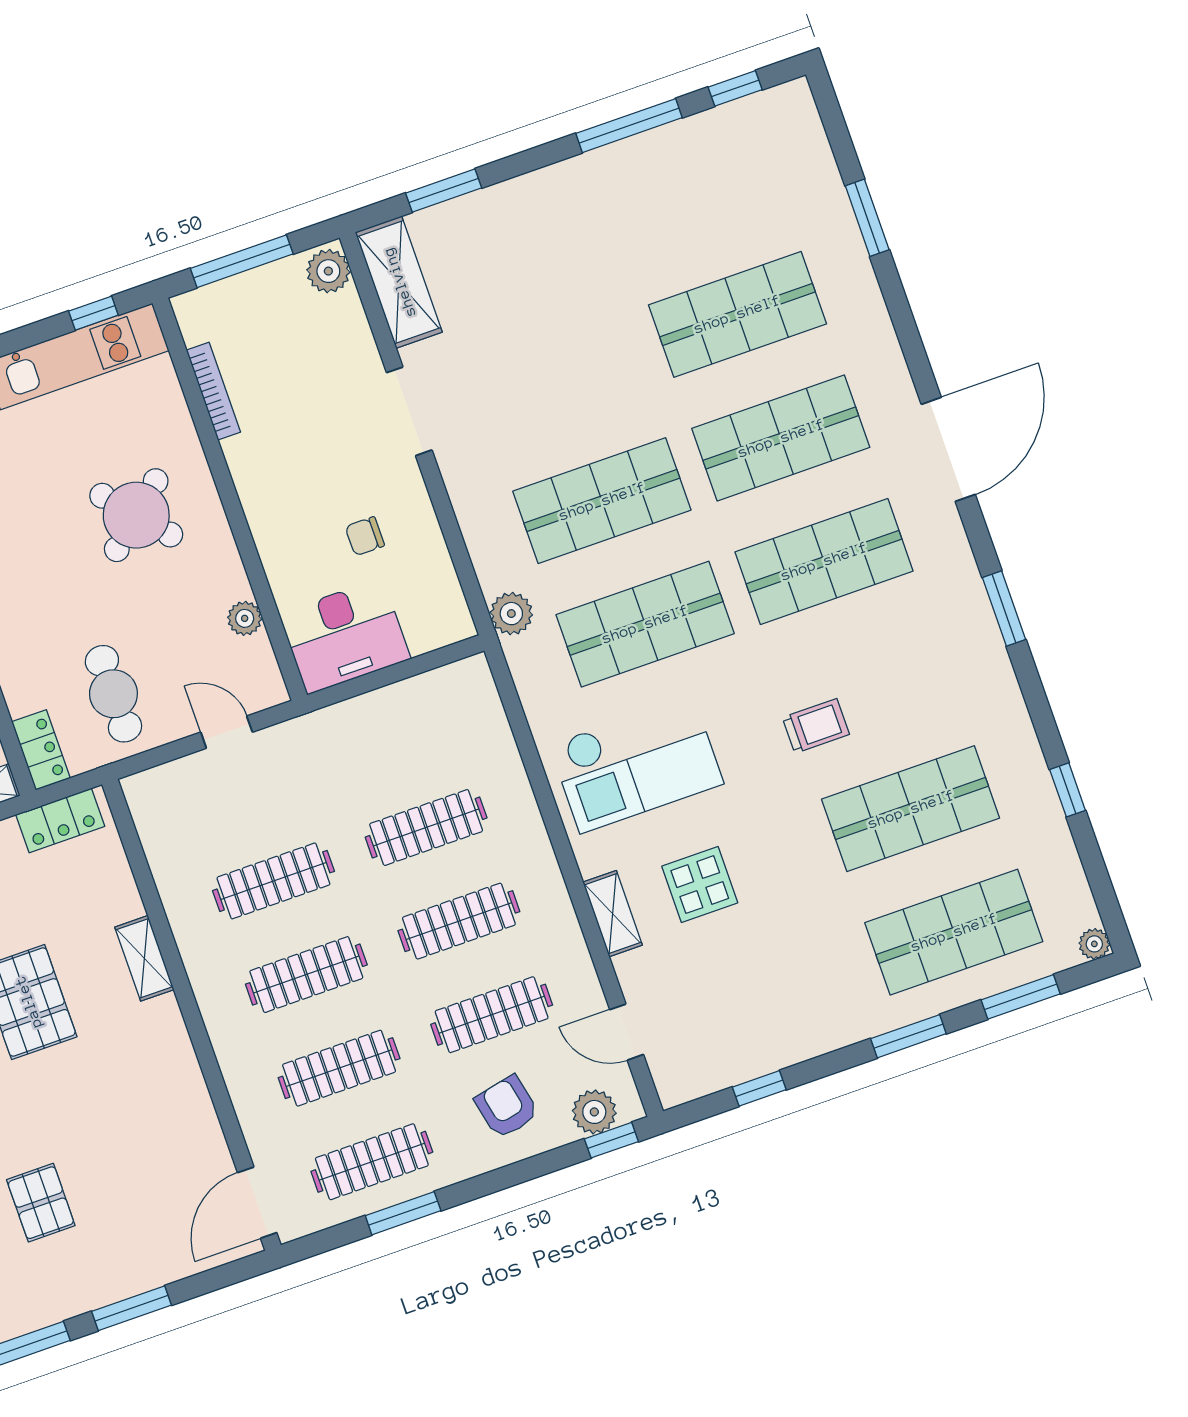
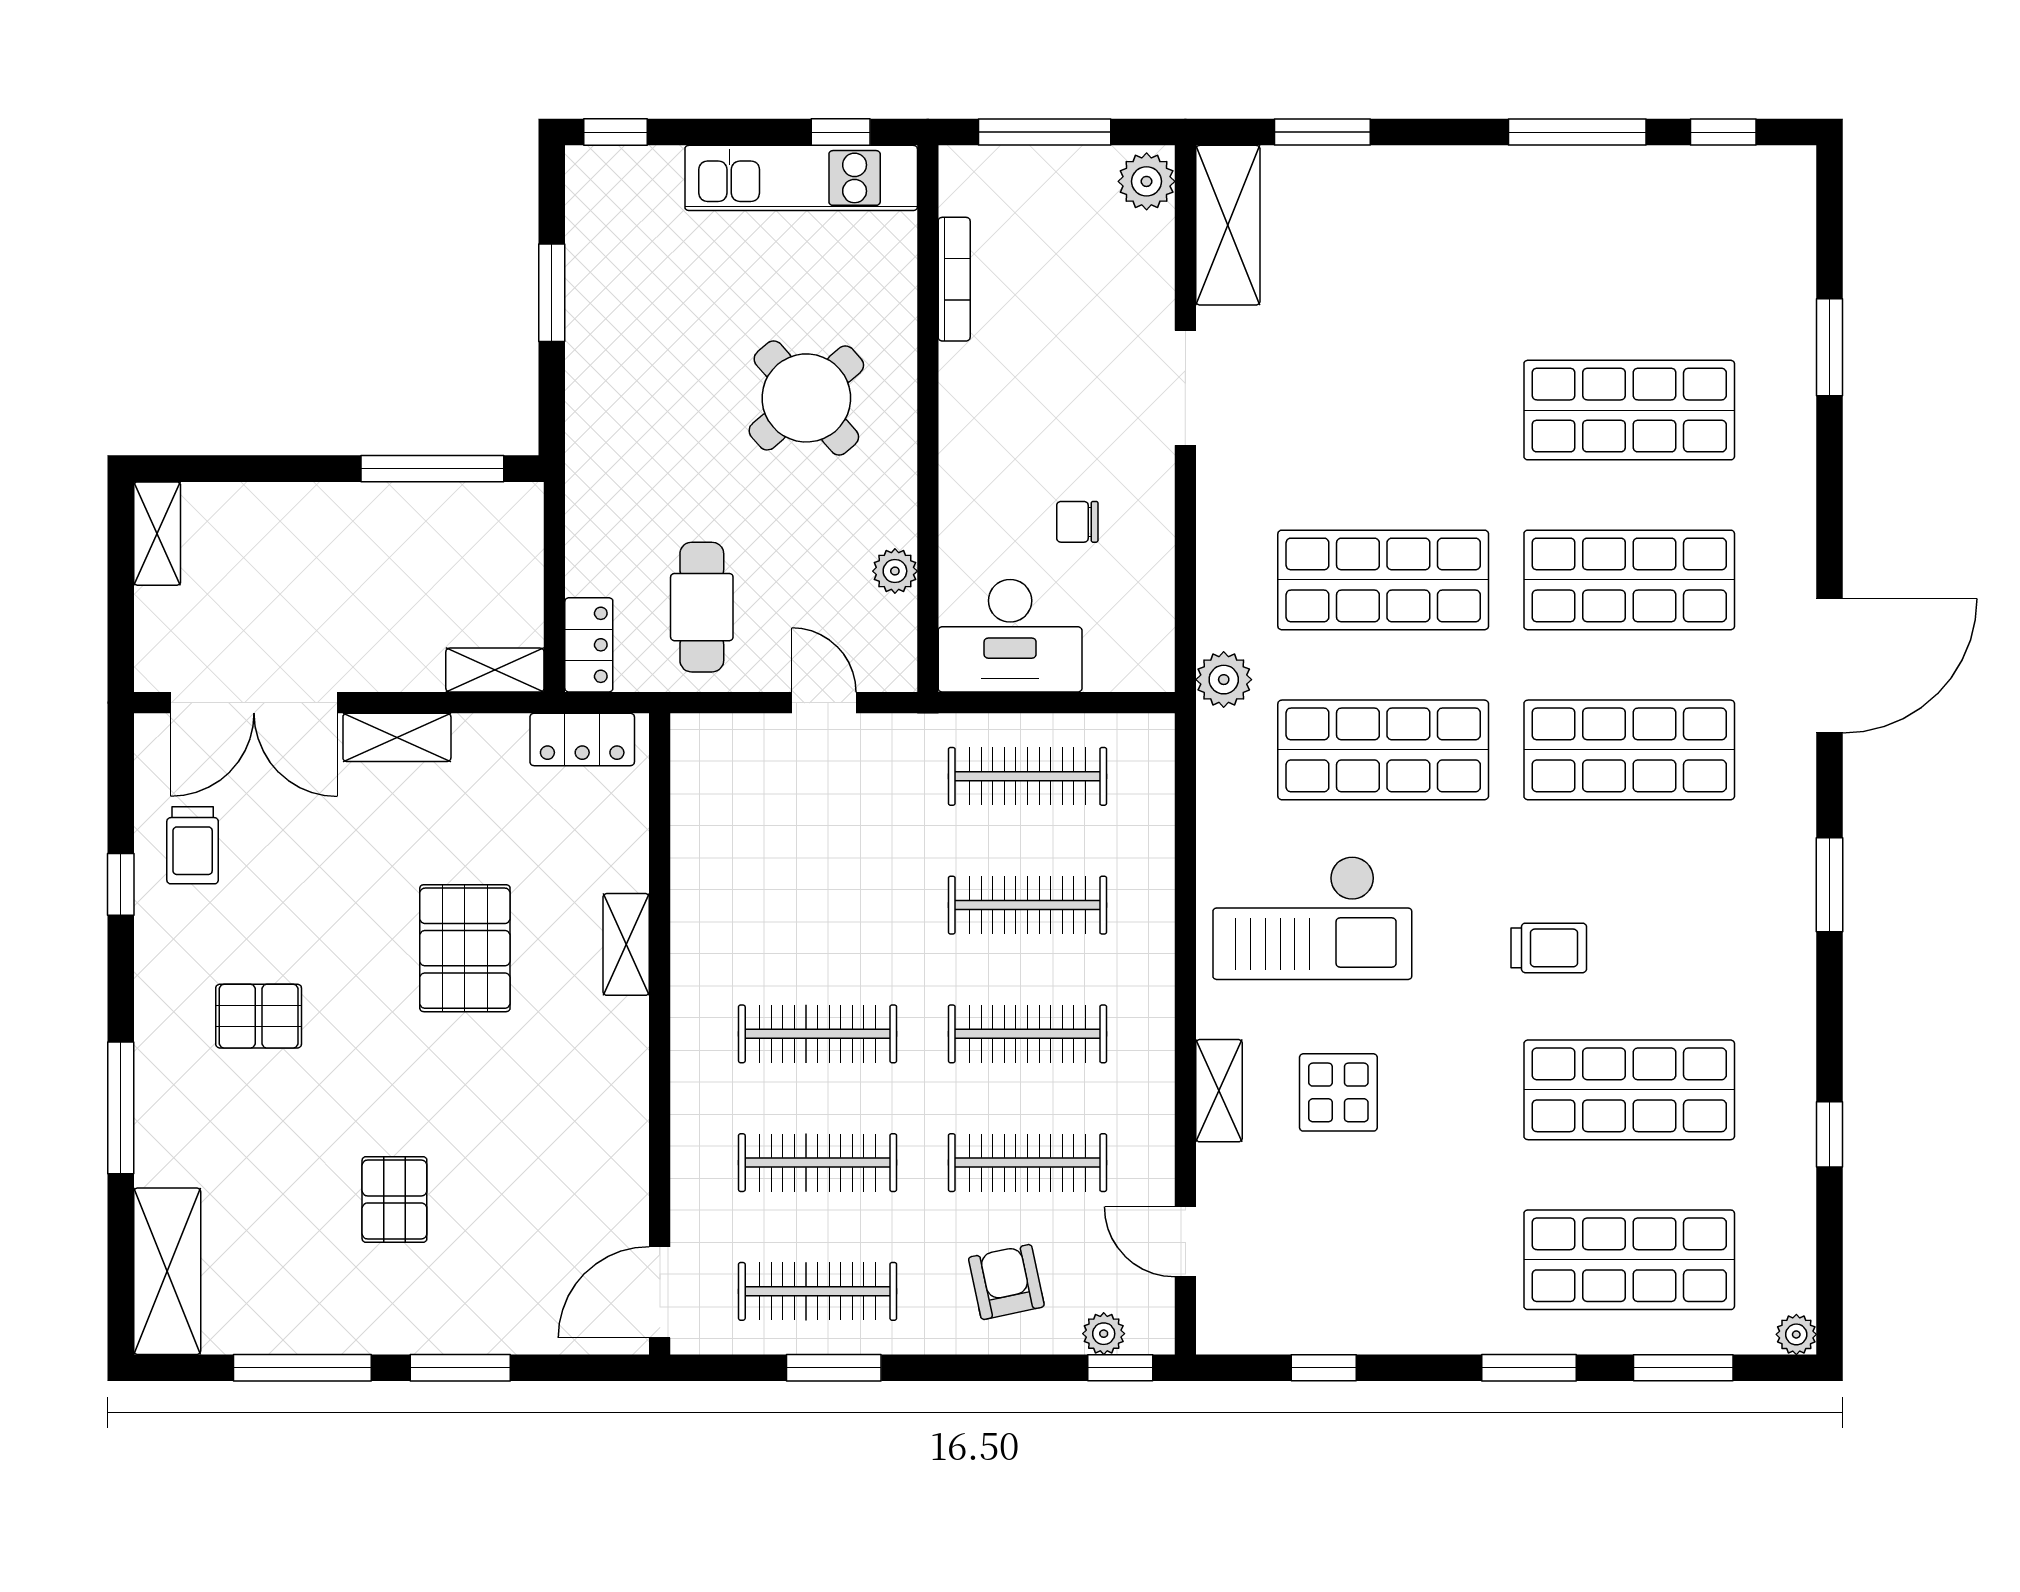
clothes rail: (273, 881) -> (1027, 776), moved
plant: (594, 1112) -> (1104, 1334), width x0.73, depth x0.73

